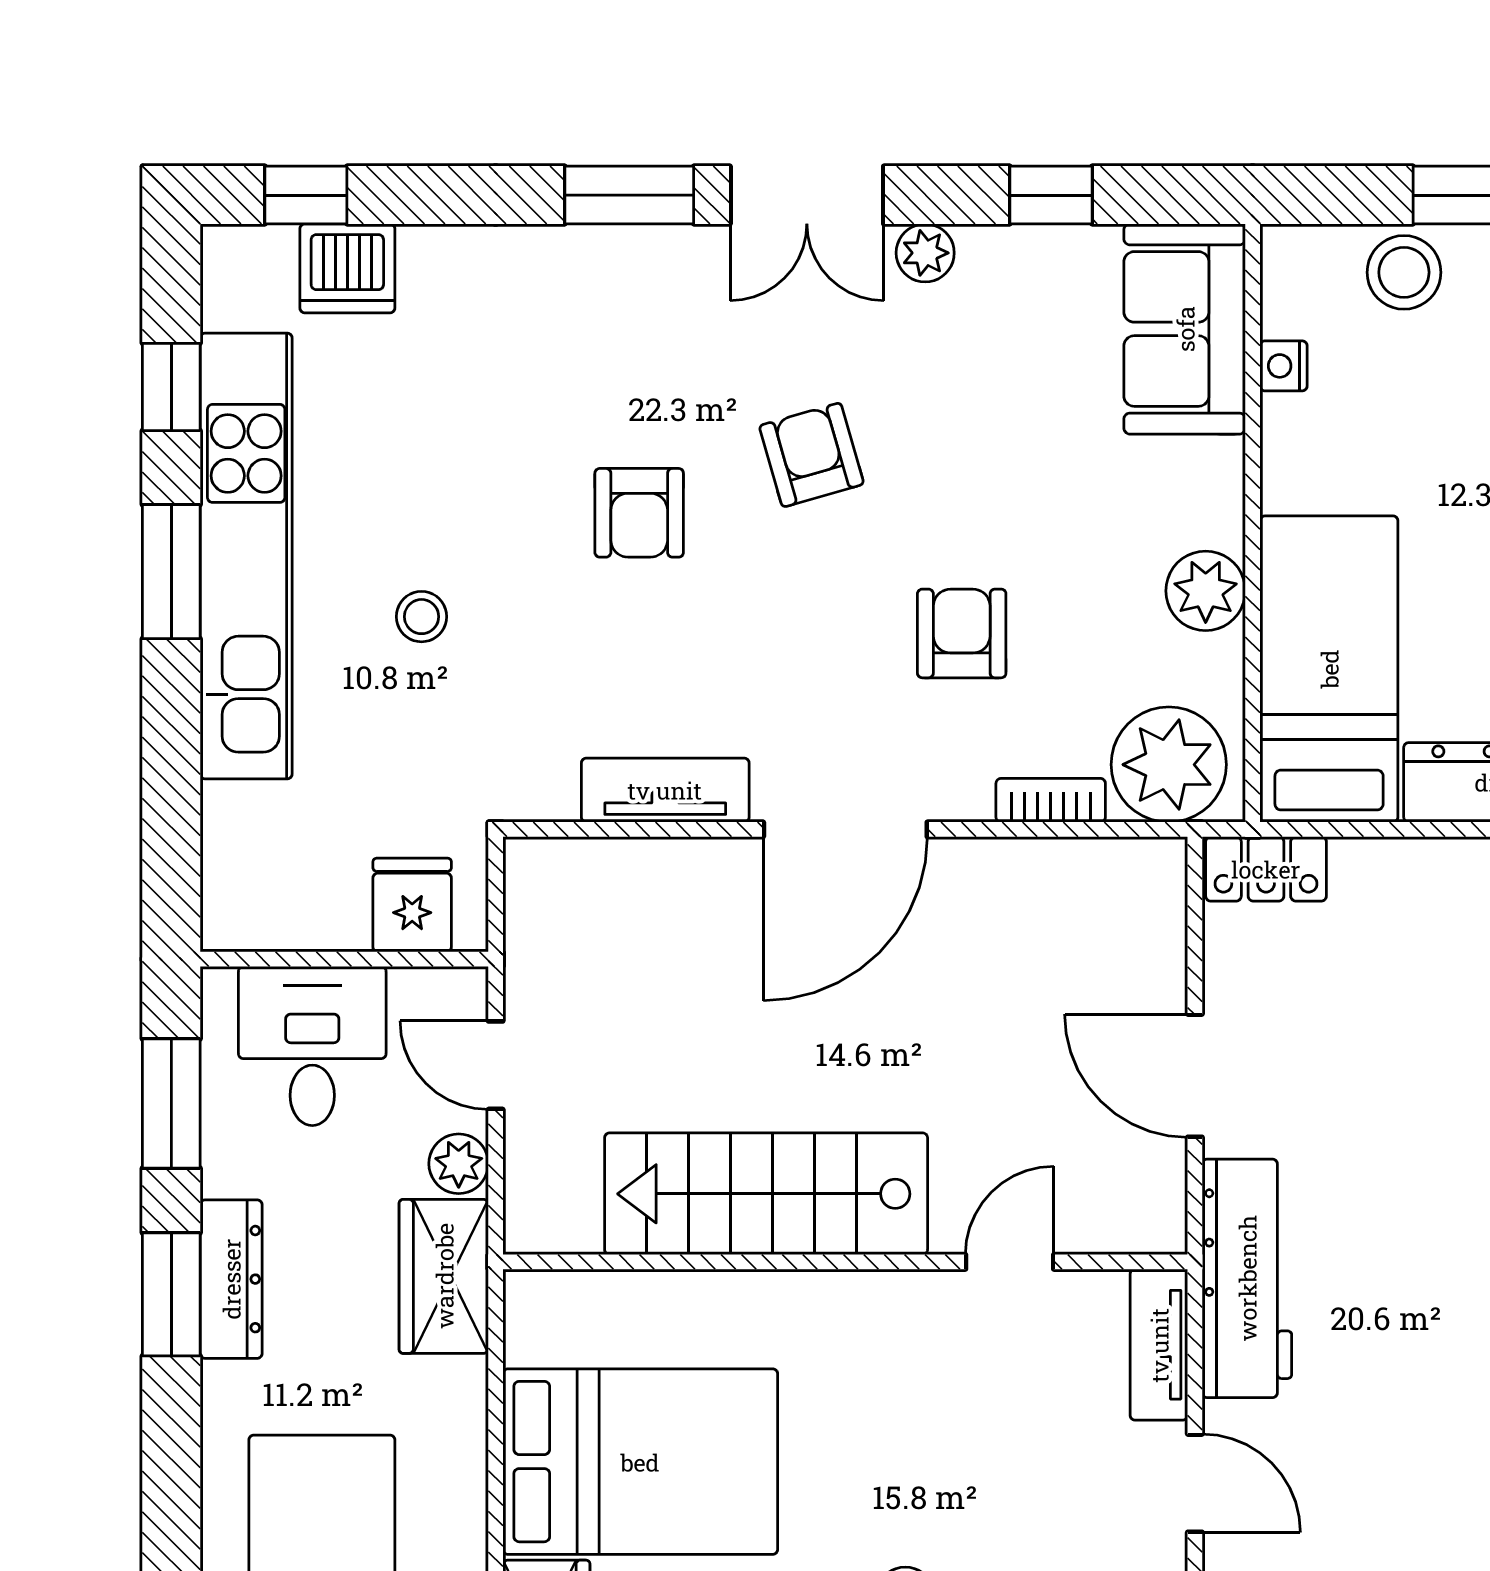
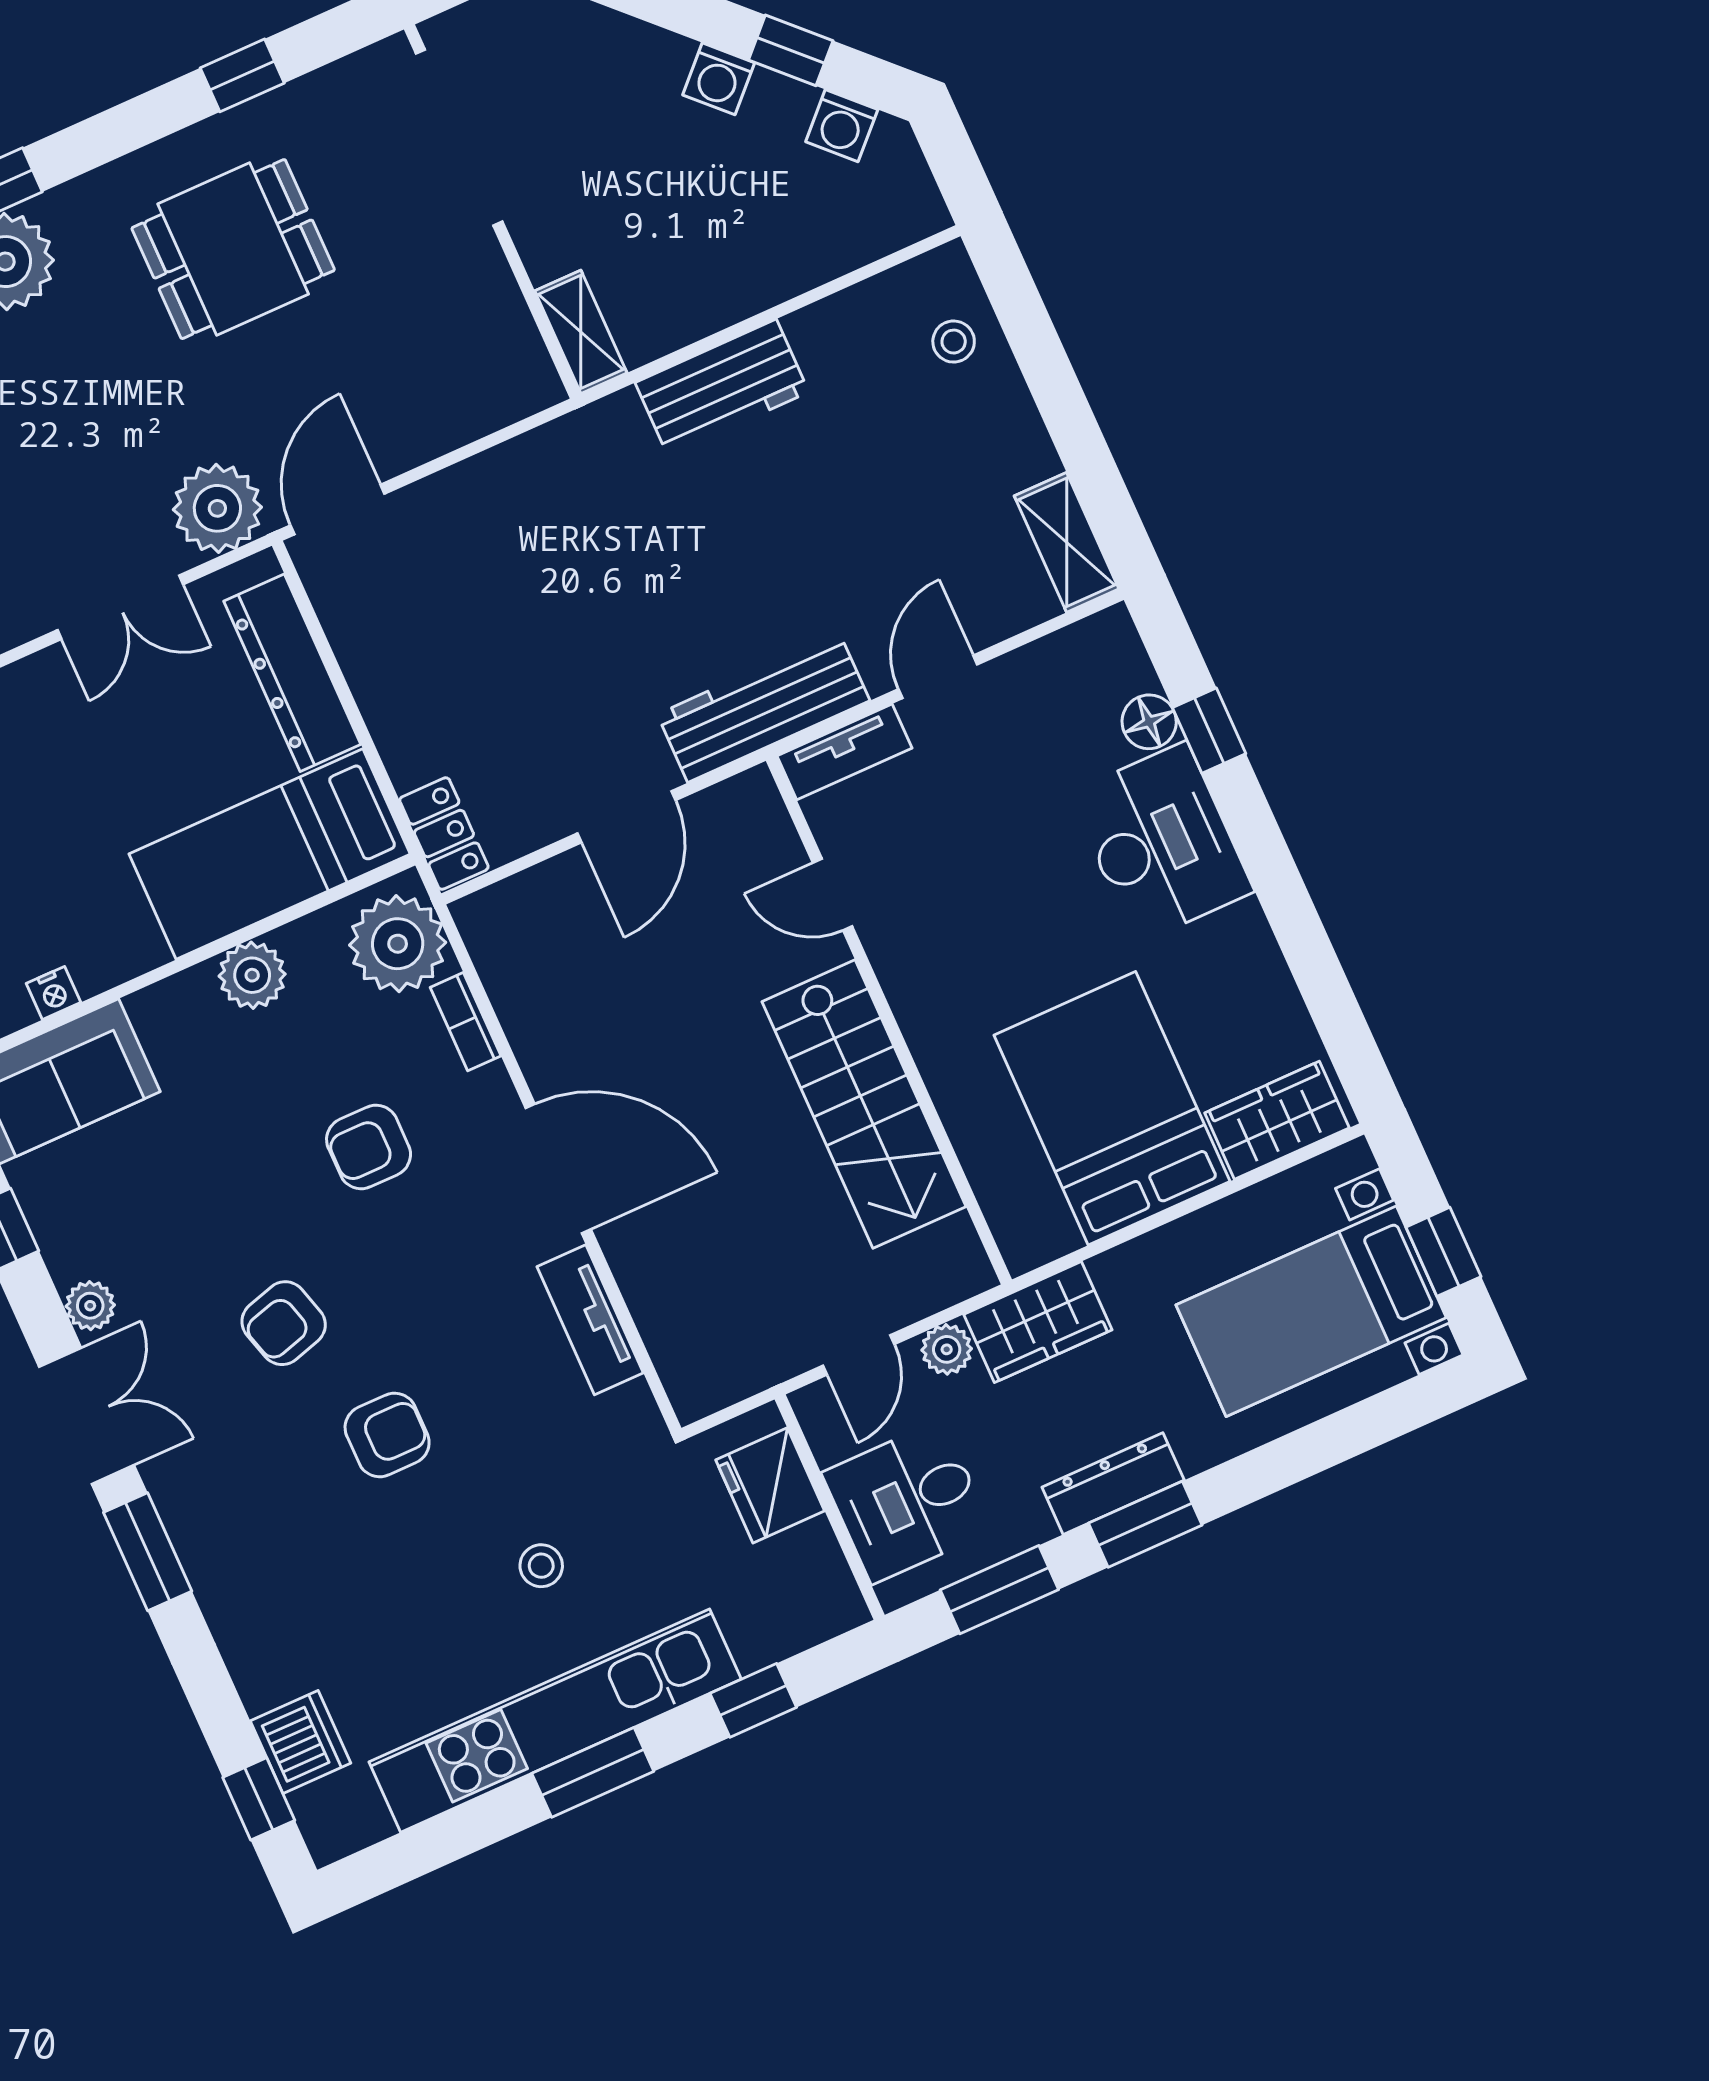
window: (171, 387) -> (753, 1700), moved
fridge: (412, 905) -> (770, 1485), width x1.38

